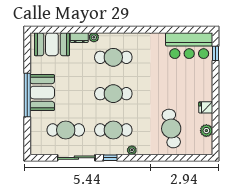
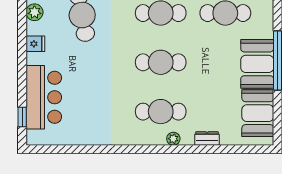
plant: (94, 37) -> (173, 139), moved
booth: (52, 44) -> (258, 113), moved, turned 90
bar counter: (189, 46) -> (44, 97), moved, turned 90

